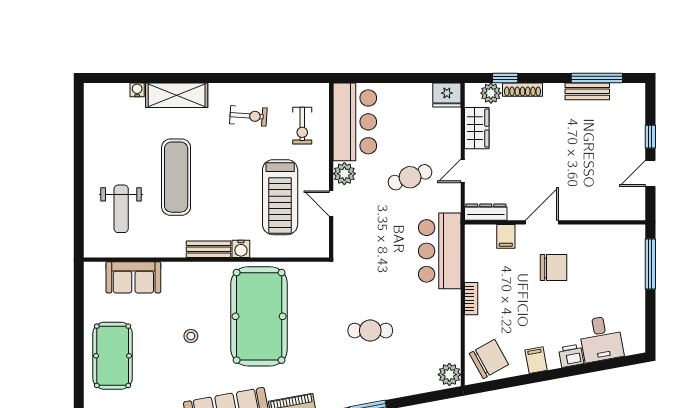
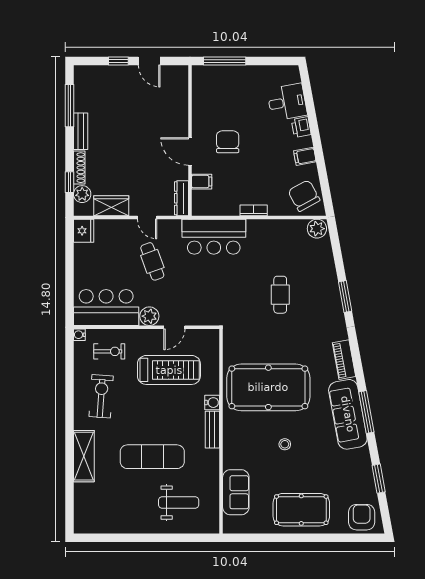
water cooler: (137, 90) -> (79, 335), moved
bench: (587, 91) -> (81, 131), moved
exercise bike: (248, 116) -> (101, 396), width x1.38, depth x1.39

